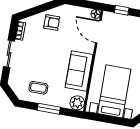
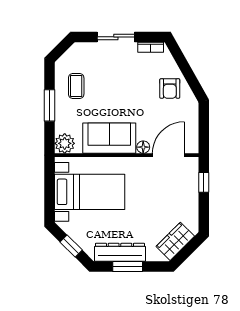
floor lamp: (96, 14) -> (143, 147), moved

